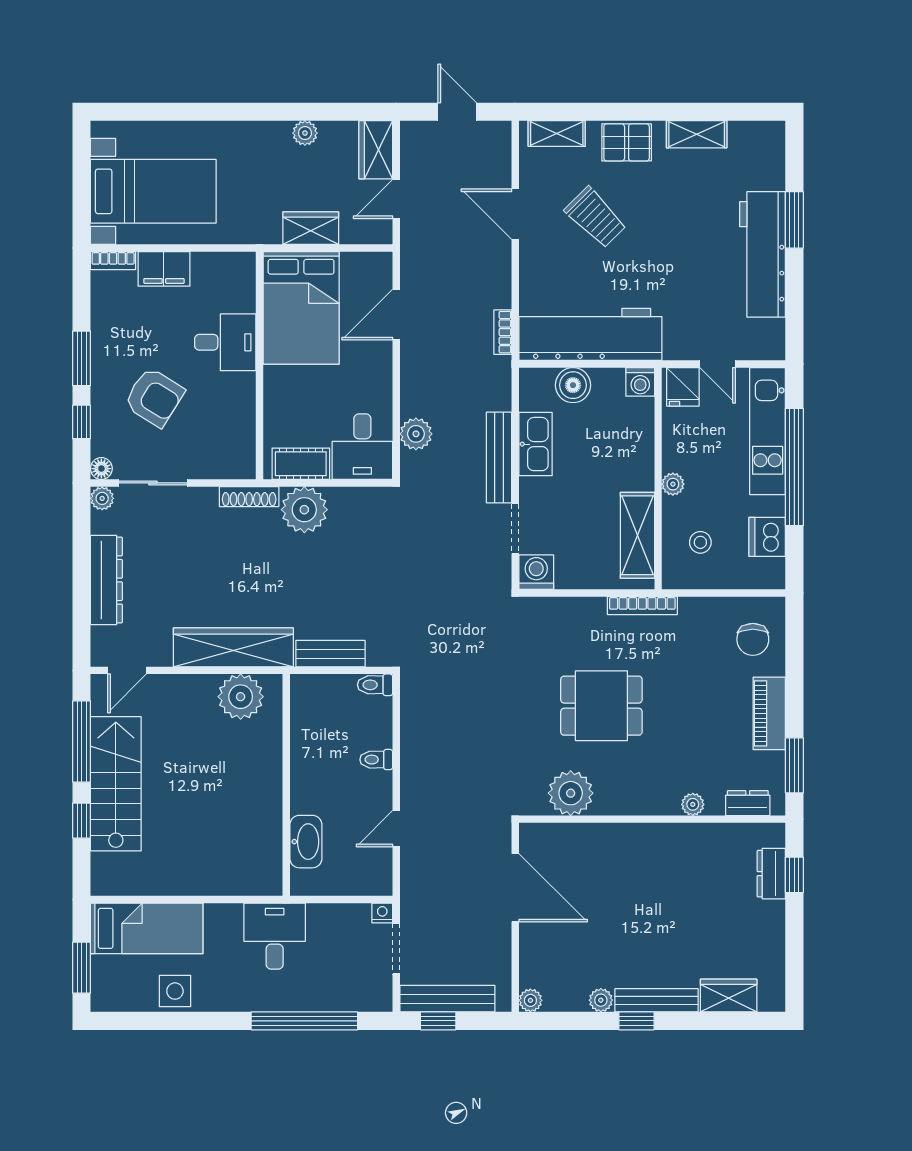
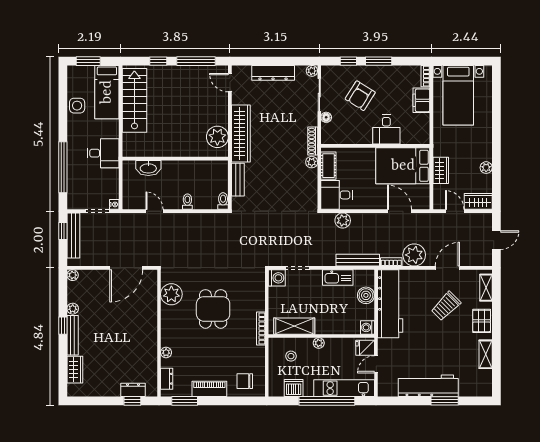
plant: (488, 284) -> (414, 255), added
bench: (499, 457) -> (358, 260), moved
floor lamp: (101, 469) -> (326, 117), moved
plant: (304, 510) -> (312, 162), width x0.53, depth x0.53
stairs: (116, 784) -> (134, 100), moved, turned -90

